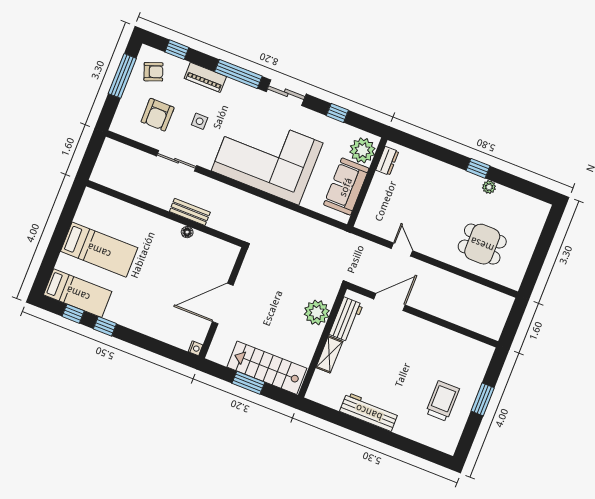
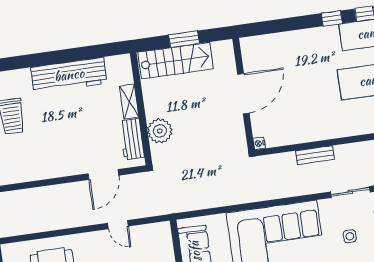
floor lamp: (187, 232) -> (307, 137), removed
nightstand: (195, 348) -> (259, 143), moved
workbench: (369, 412) -> (69, 75), width x1.36, depth x1.32

